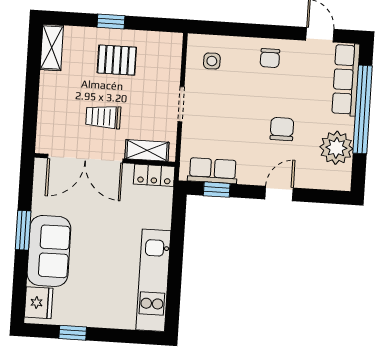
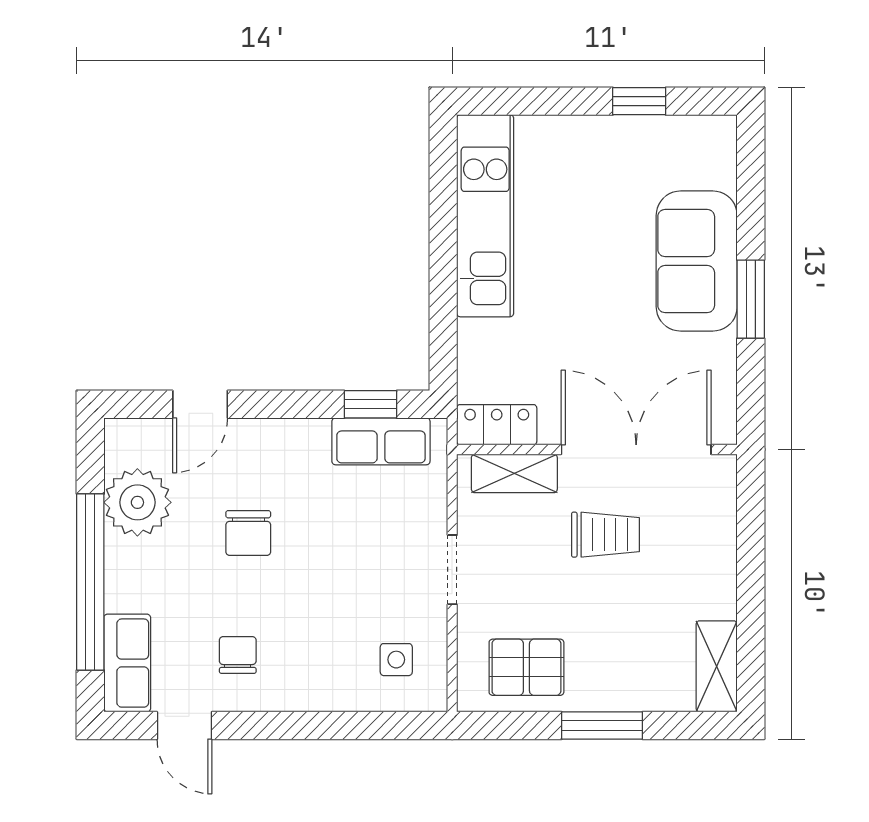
window: (111, 22) -> (602, 725), width x1.50
chair: (270, 58) -> (238, 655), moved
pallet: (117, 60) -> (526, 667), moved
row of seats: (346, 79) -> (127, 663), width x0.68
door: (279, 193) -> (200, 404), moved
fridge: (39, 303) -> (711, 157), removed

